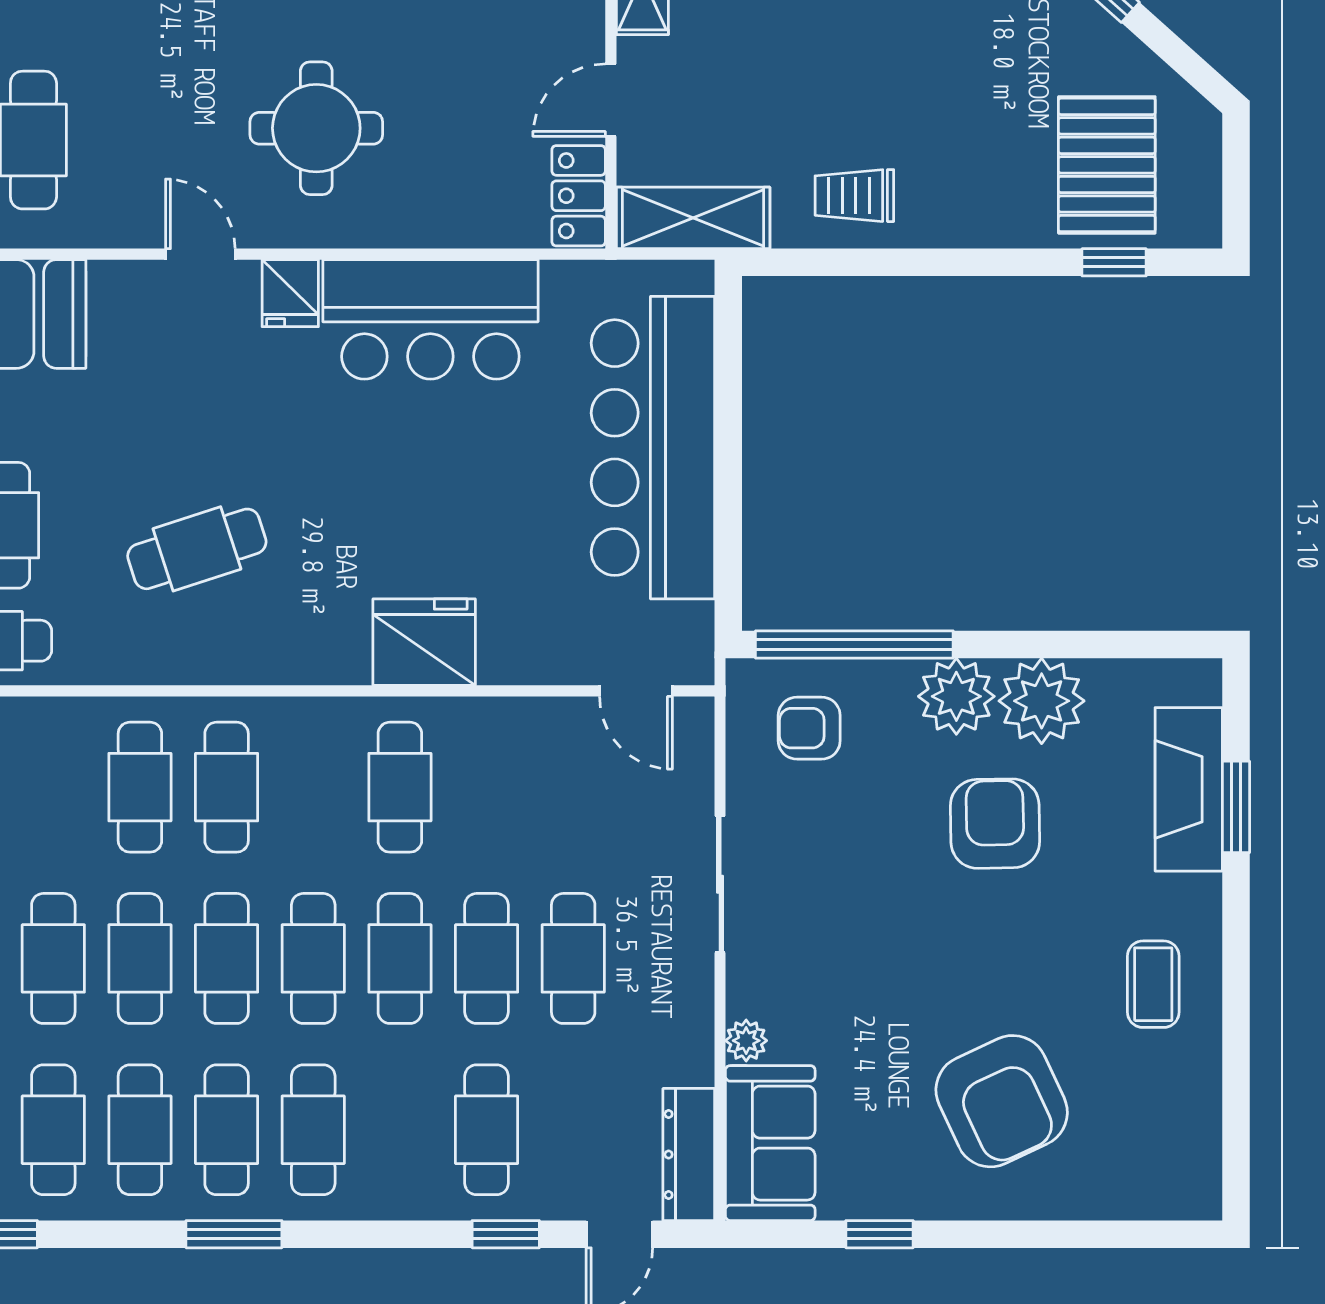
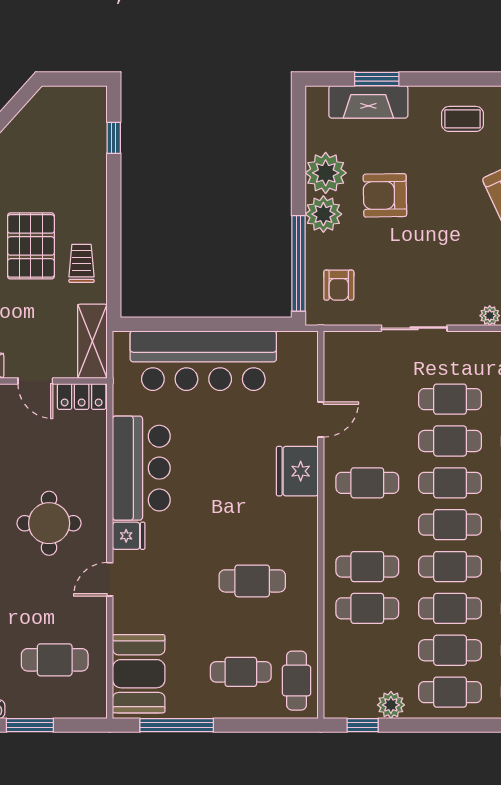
pallet: (1107, 165) -> (31, 246), moved, turned 90
trolley: (854, 196) -> (82, 263), turned 180
cafe table: (197, 549) -> (252, 581), turned -72
door: (636, 691) -> (321, 420), moved

